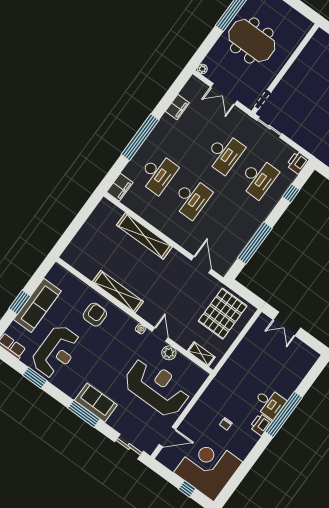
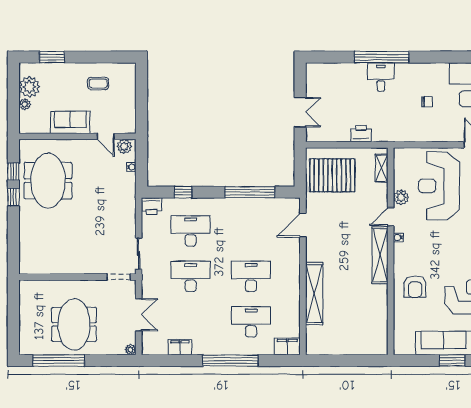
shelving: (118, 292) -> (380, 255), moved
armchair: (95, 315) -> (415, 287), turned -90
printer: (261, 424) -> (361, 134), moved, turned 180

